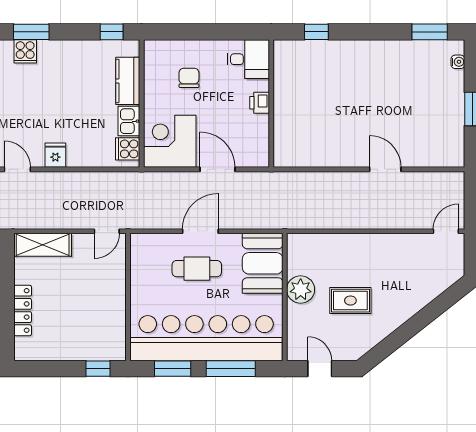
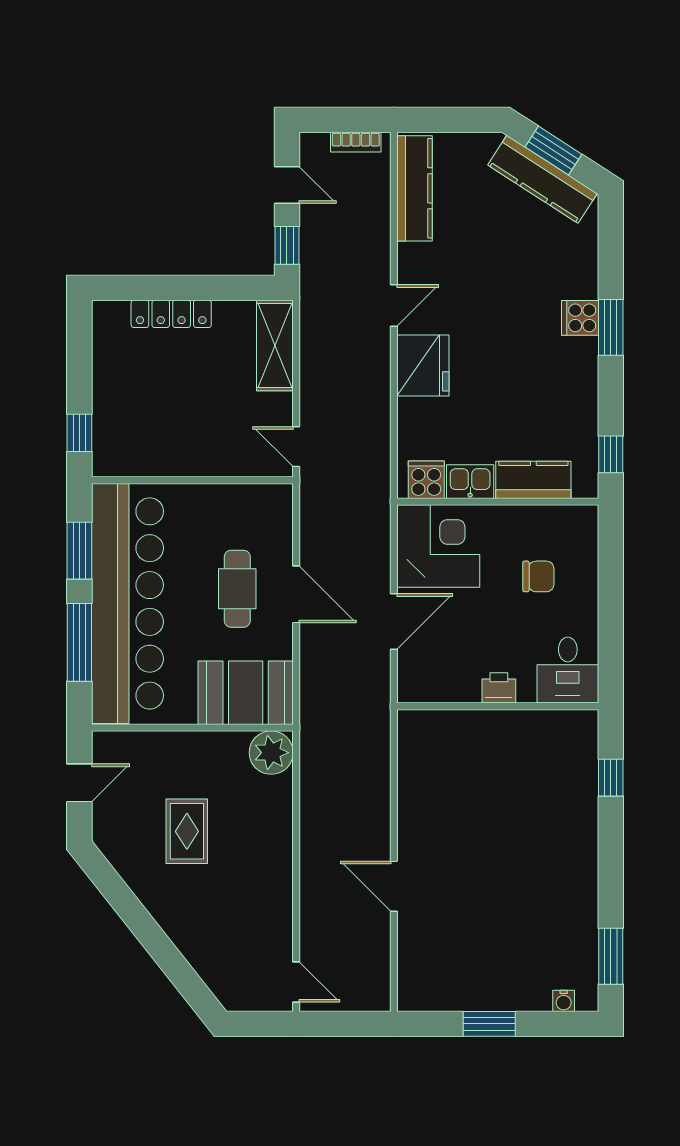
fridge: (55, 155) -> (423, 366), width x1.88, depth x1.34
door: (385, 169) -> (394, 886), swing flipped
plant: (301, 290) -> (271, 753), moved

